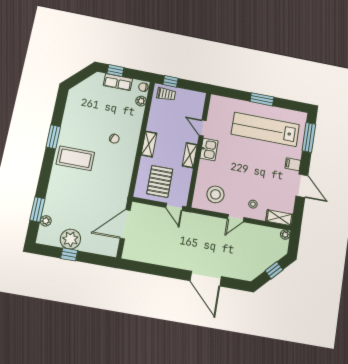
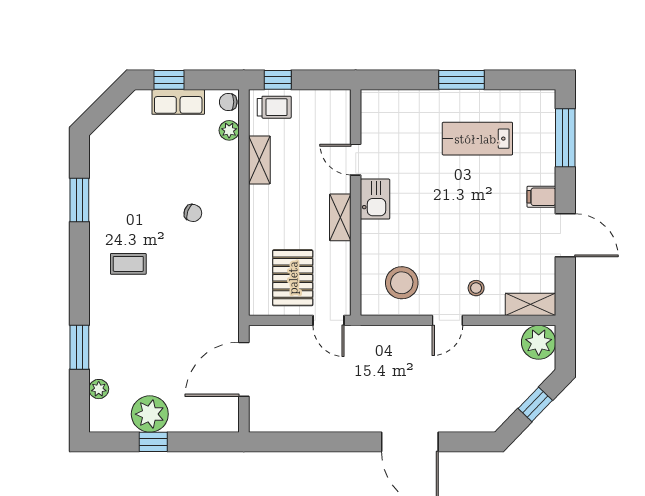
lab bench: (265, 129) -> (477, 139), width x0.54, depth x0.72
window: (53, 137) -> (79, 200), moved
shelving: (149, 144) -> (259, 160), moved
coffee table: (75, 158) -> (128, 264), width x0.54, depth x0.58
window: (37, 209) -> (79, 347), moved
plant: (285, 235) -> (539, 342), width x1.87, depth x1.87

